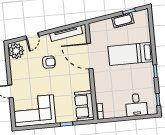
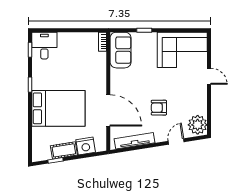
nightstand: (105, 25) -> (86, 146), added
bed: (130, 54) -> (58, 108), width x1.50
desk: (136, 105) -> (44, 46), moved

